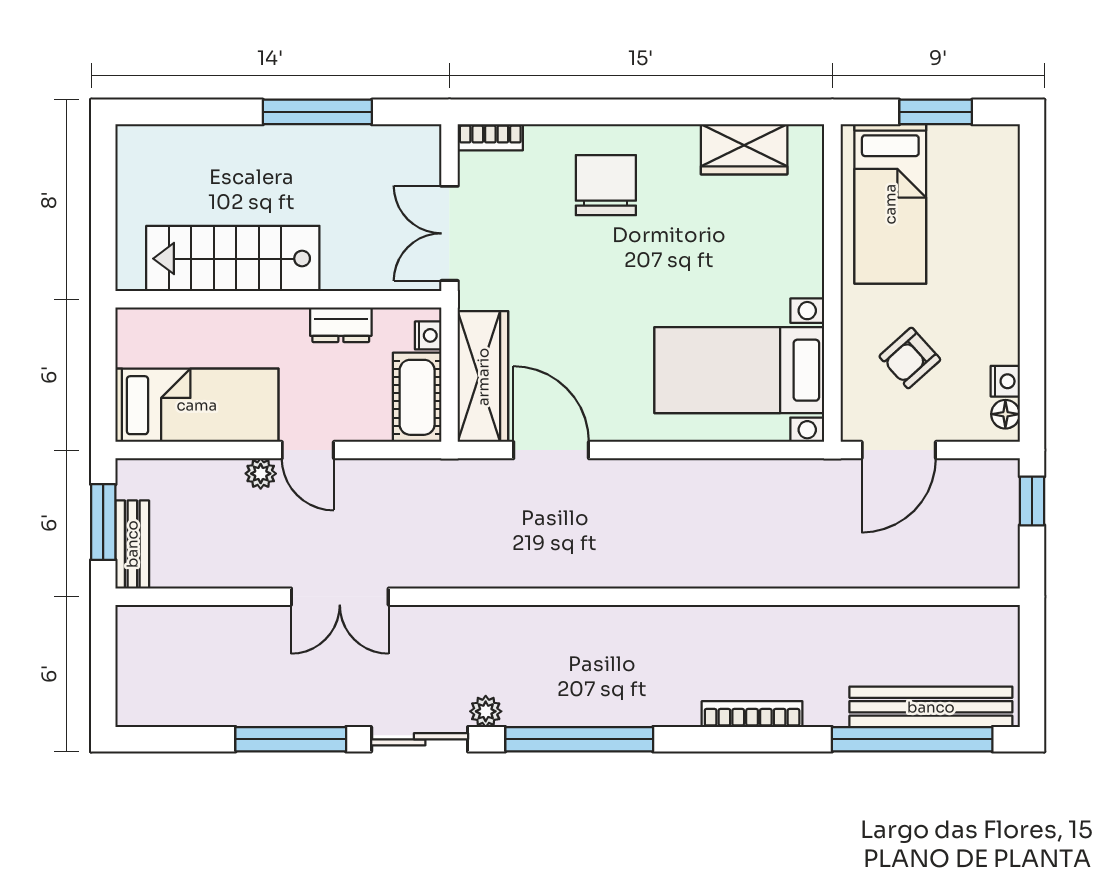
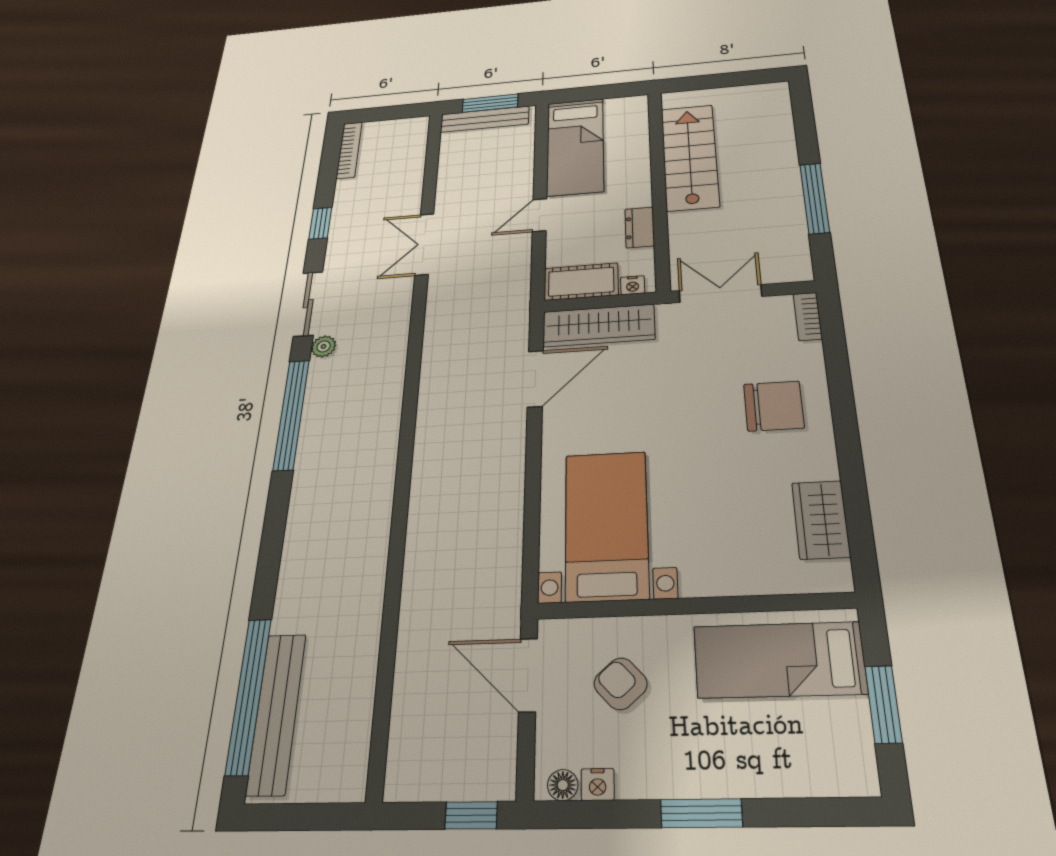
window: (1032, 286) -> (701, 813), added
plant: (261, 474) -> (522, 188), removed
bench: (132, 544) -> (485, 119), width x1.36
bookcase: (752, 714) -> (349, 150), moved
window: (291, 739) -> (320, 223), width x0.46

